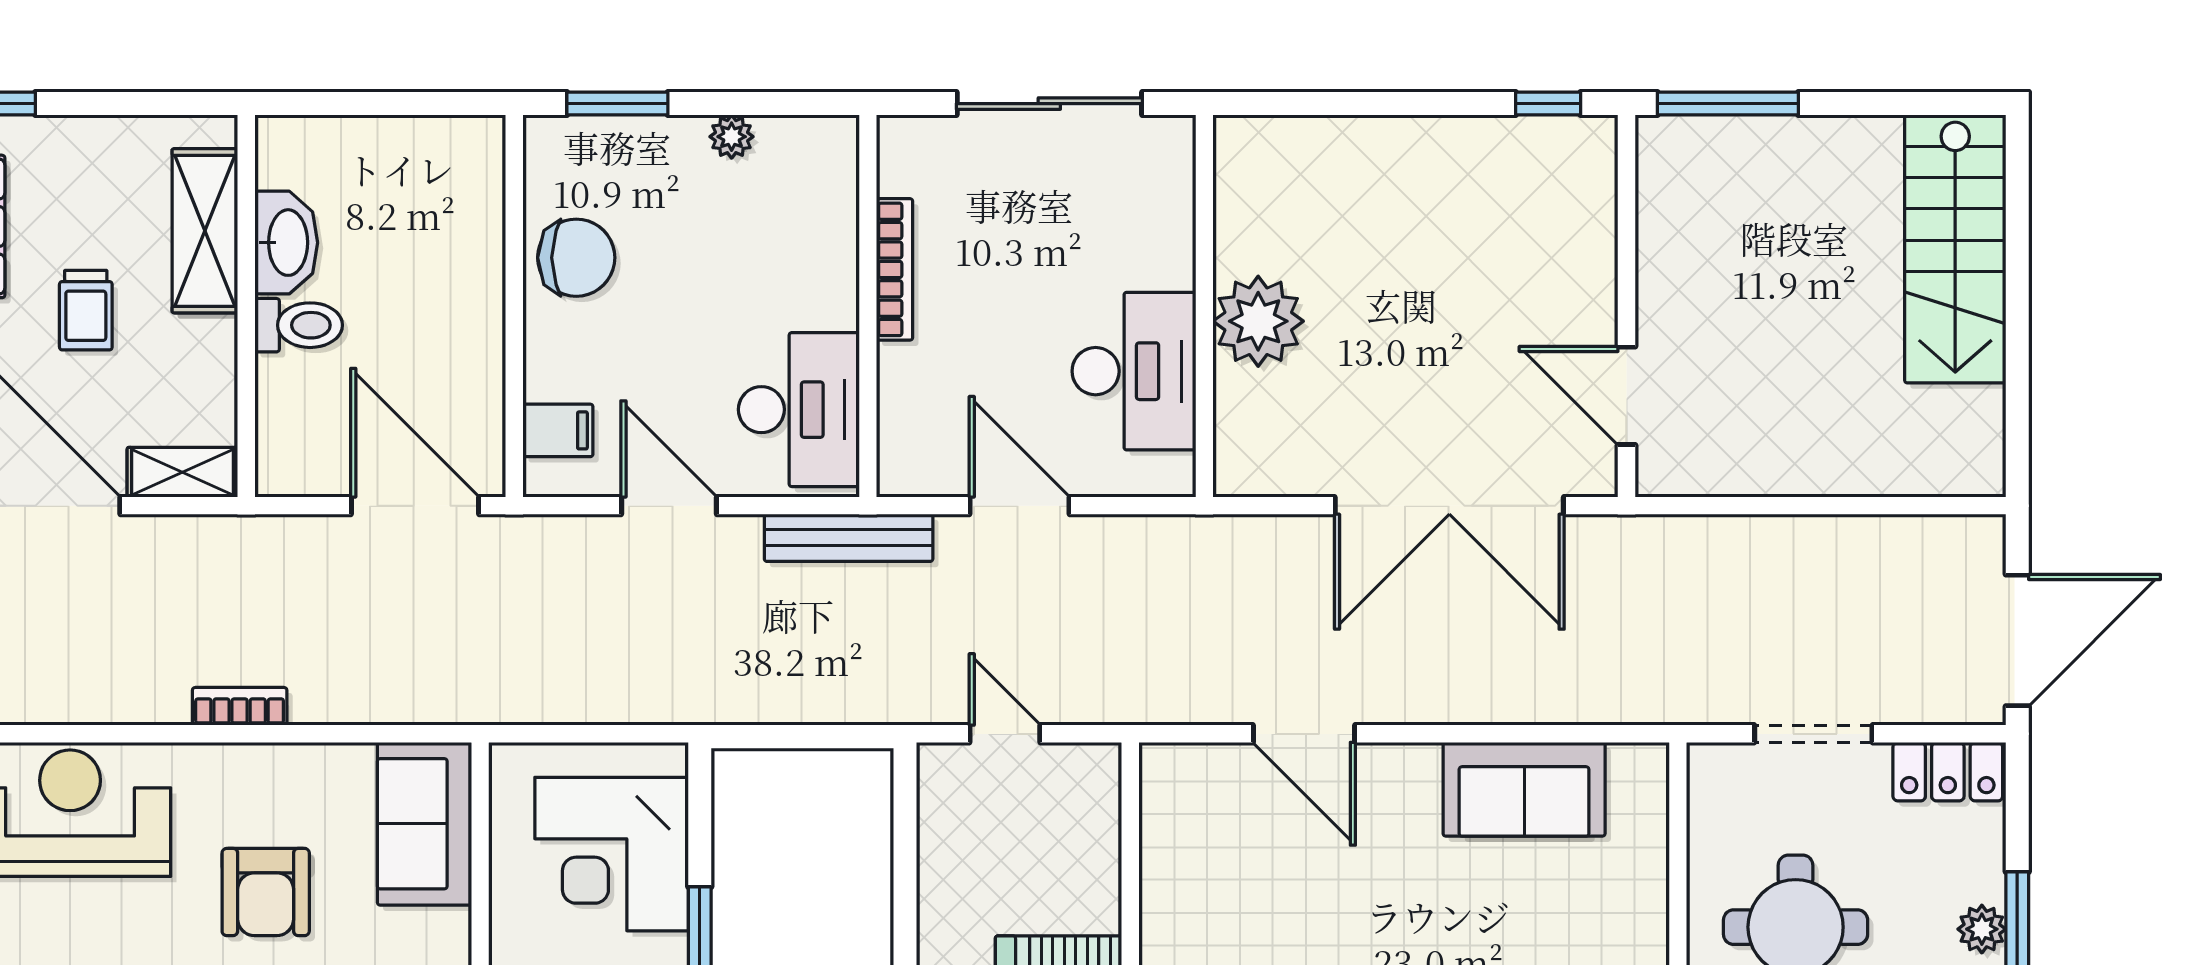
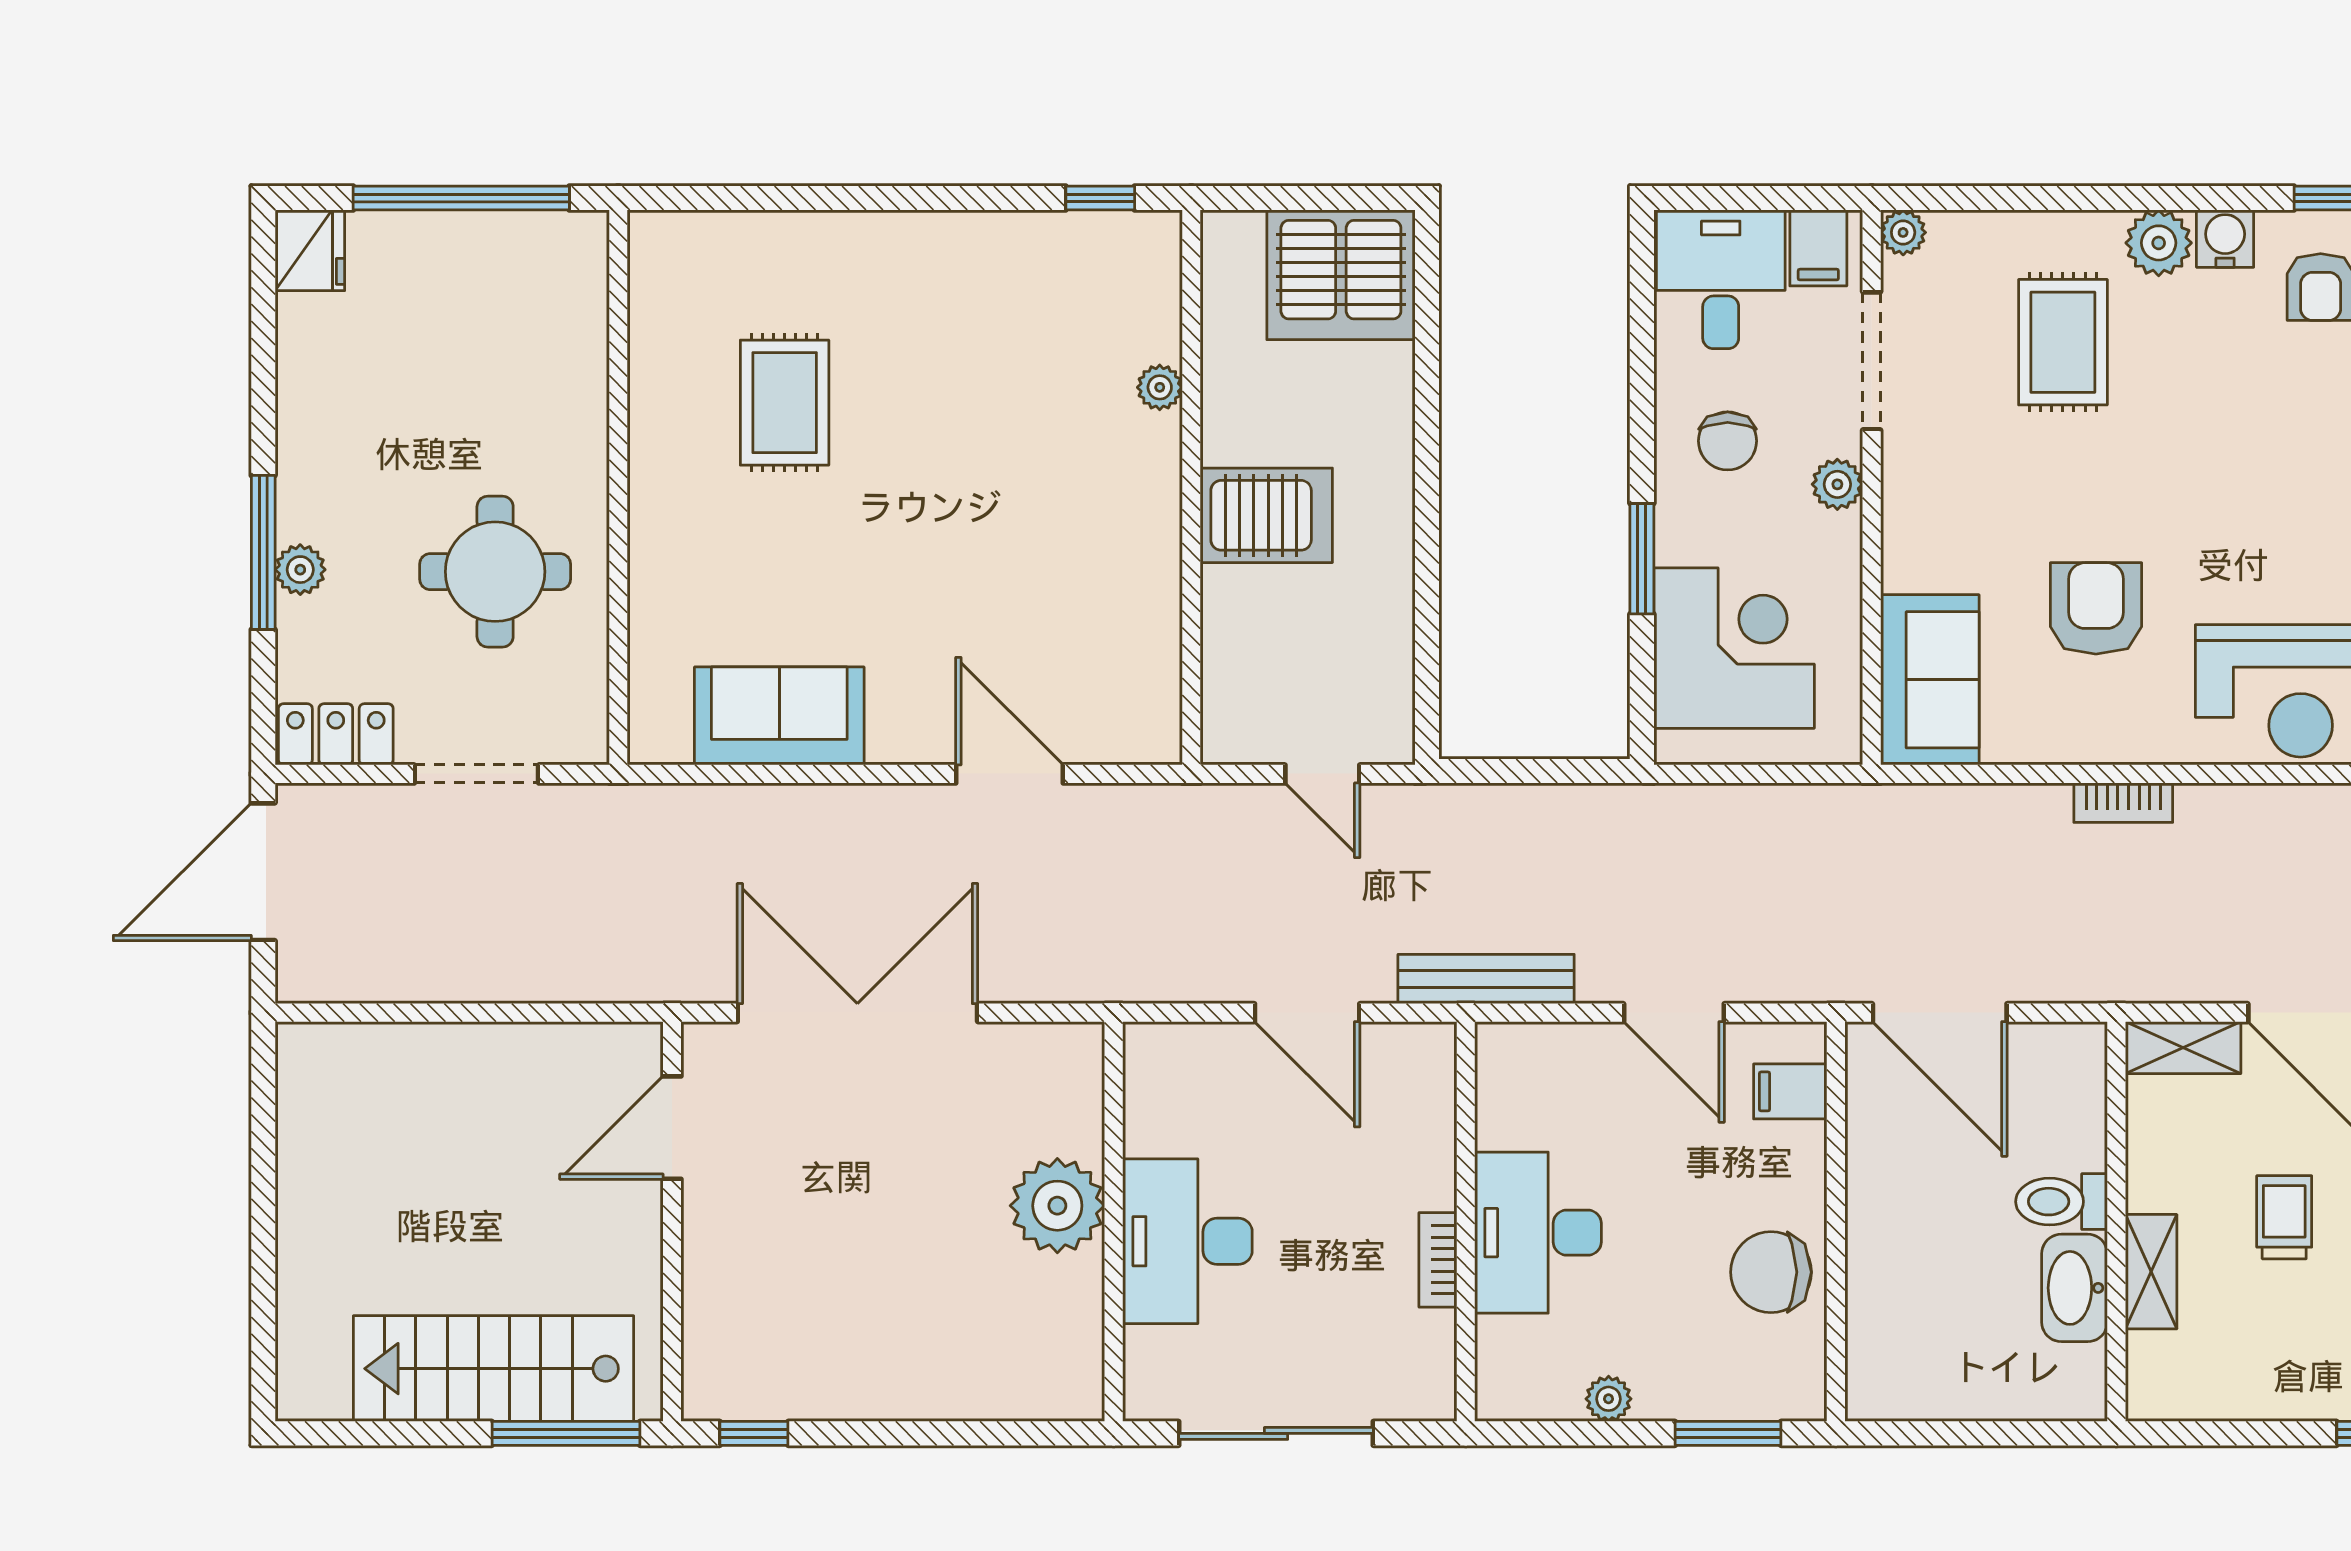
shelving: (205, 231) -> (2151, 1272), width x0.67, depth x0.75
stairs: (1955, 249) -> (494, 1369), moved, turned -90
bookcase: (895, 269) -> (1438, 1260), width x0.64
desk: (1134, 371) -> (1187, 1241), moved
door: (1626, 396) -> (672, 1128), swing flipped
desk: (799, 410) -> (1538, 1233), moved

